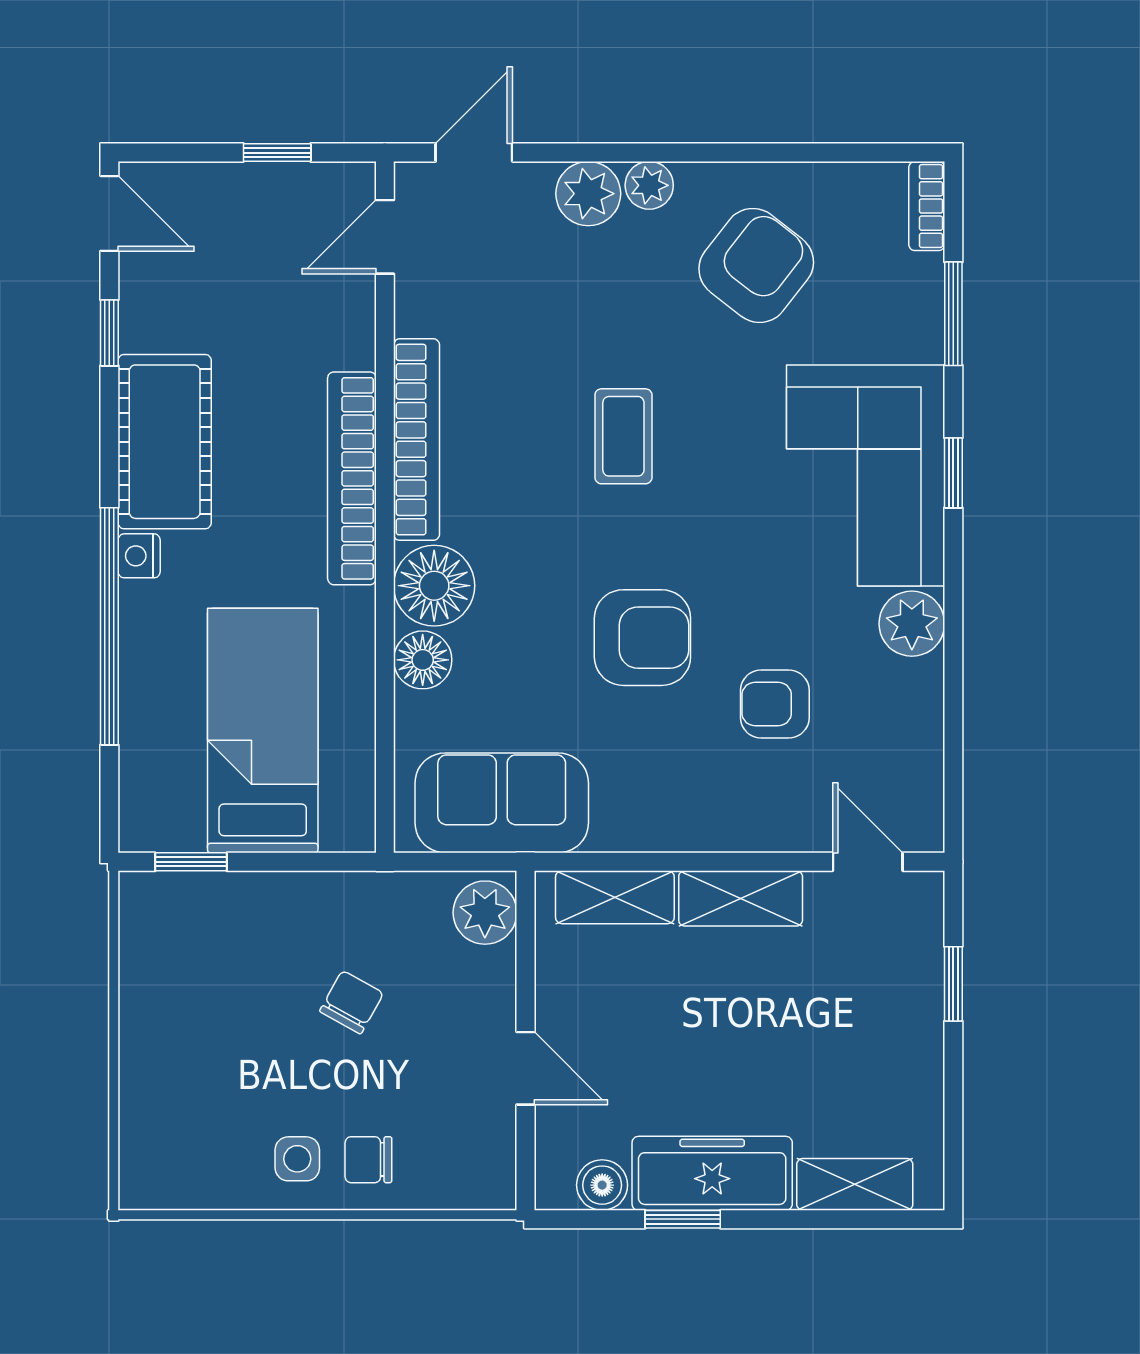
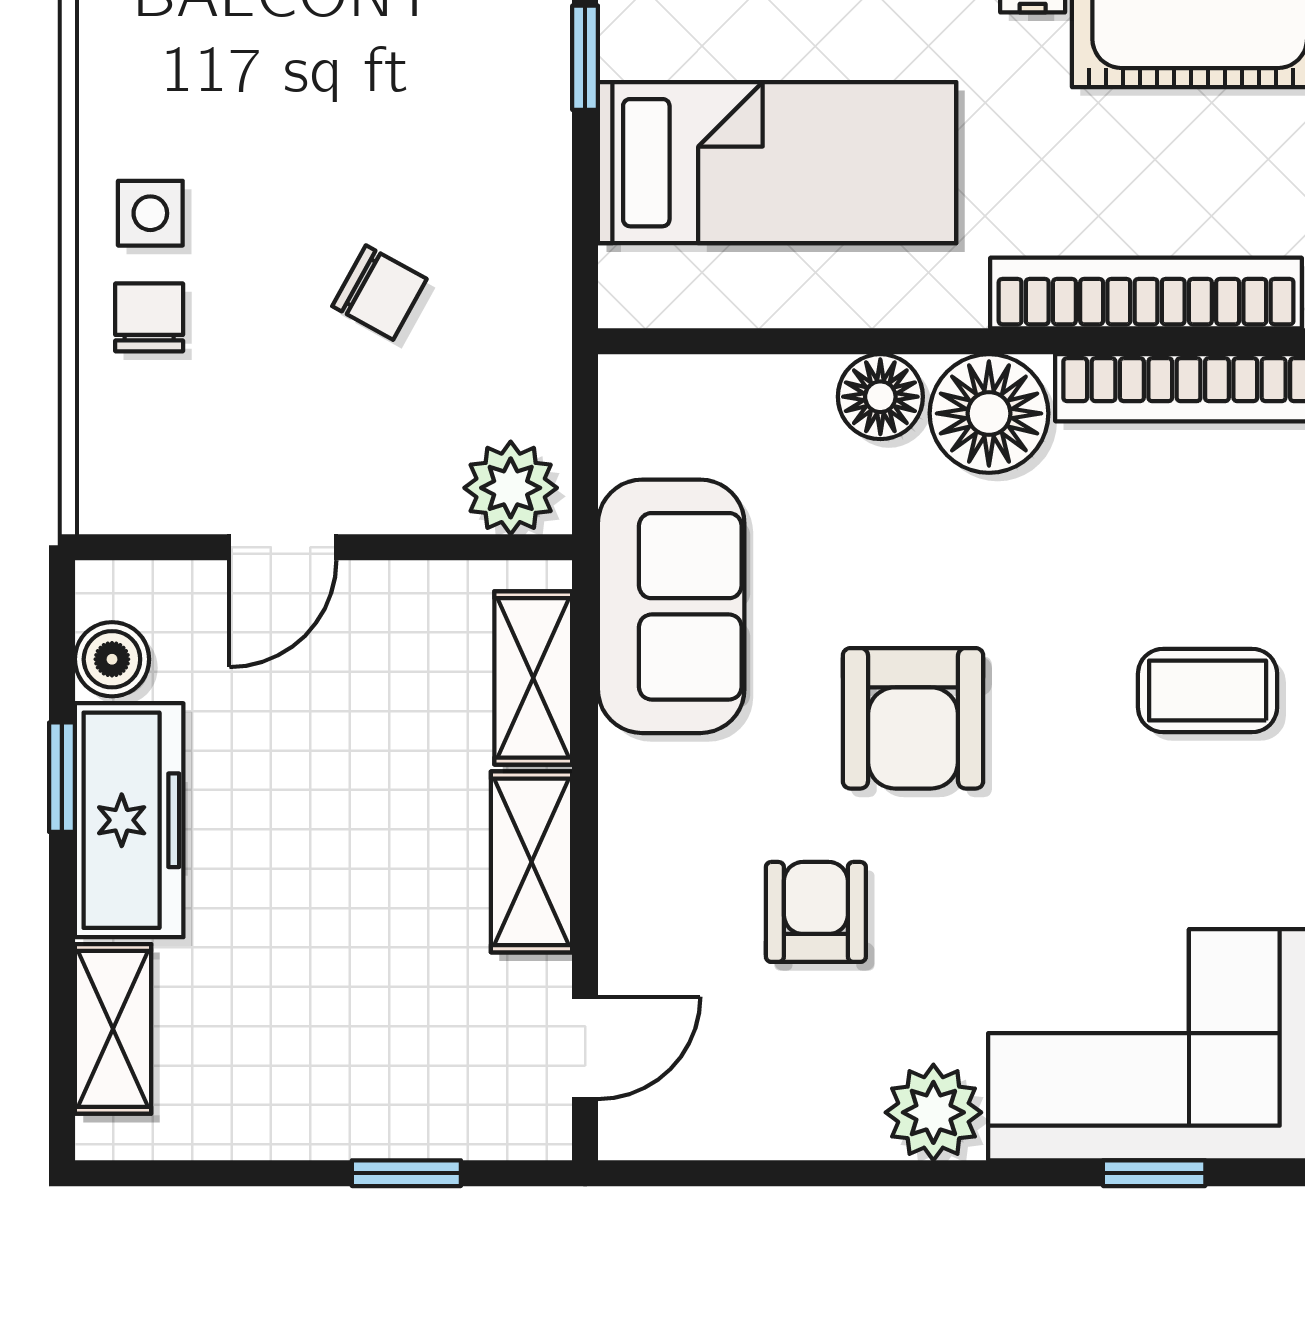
sofa: (502, 803) -> (671, 606), moved

